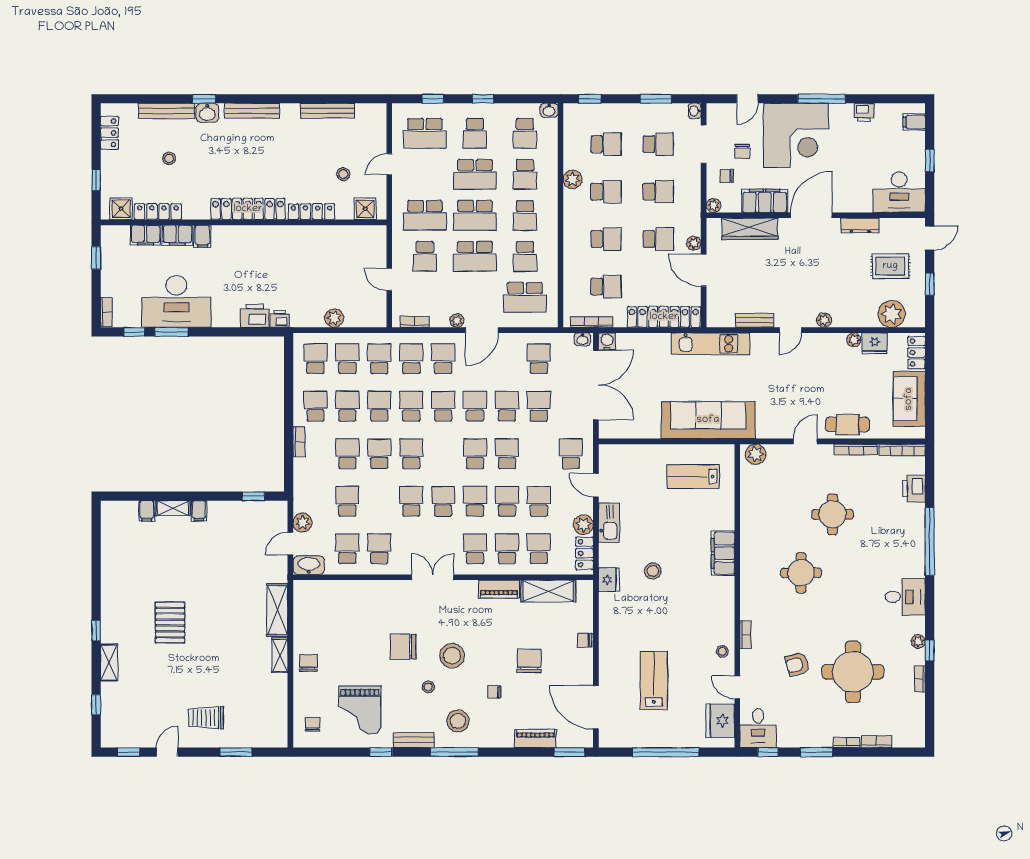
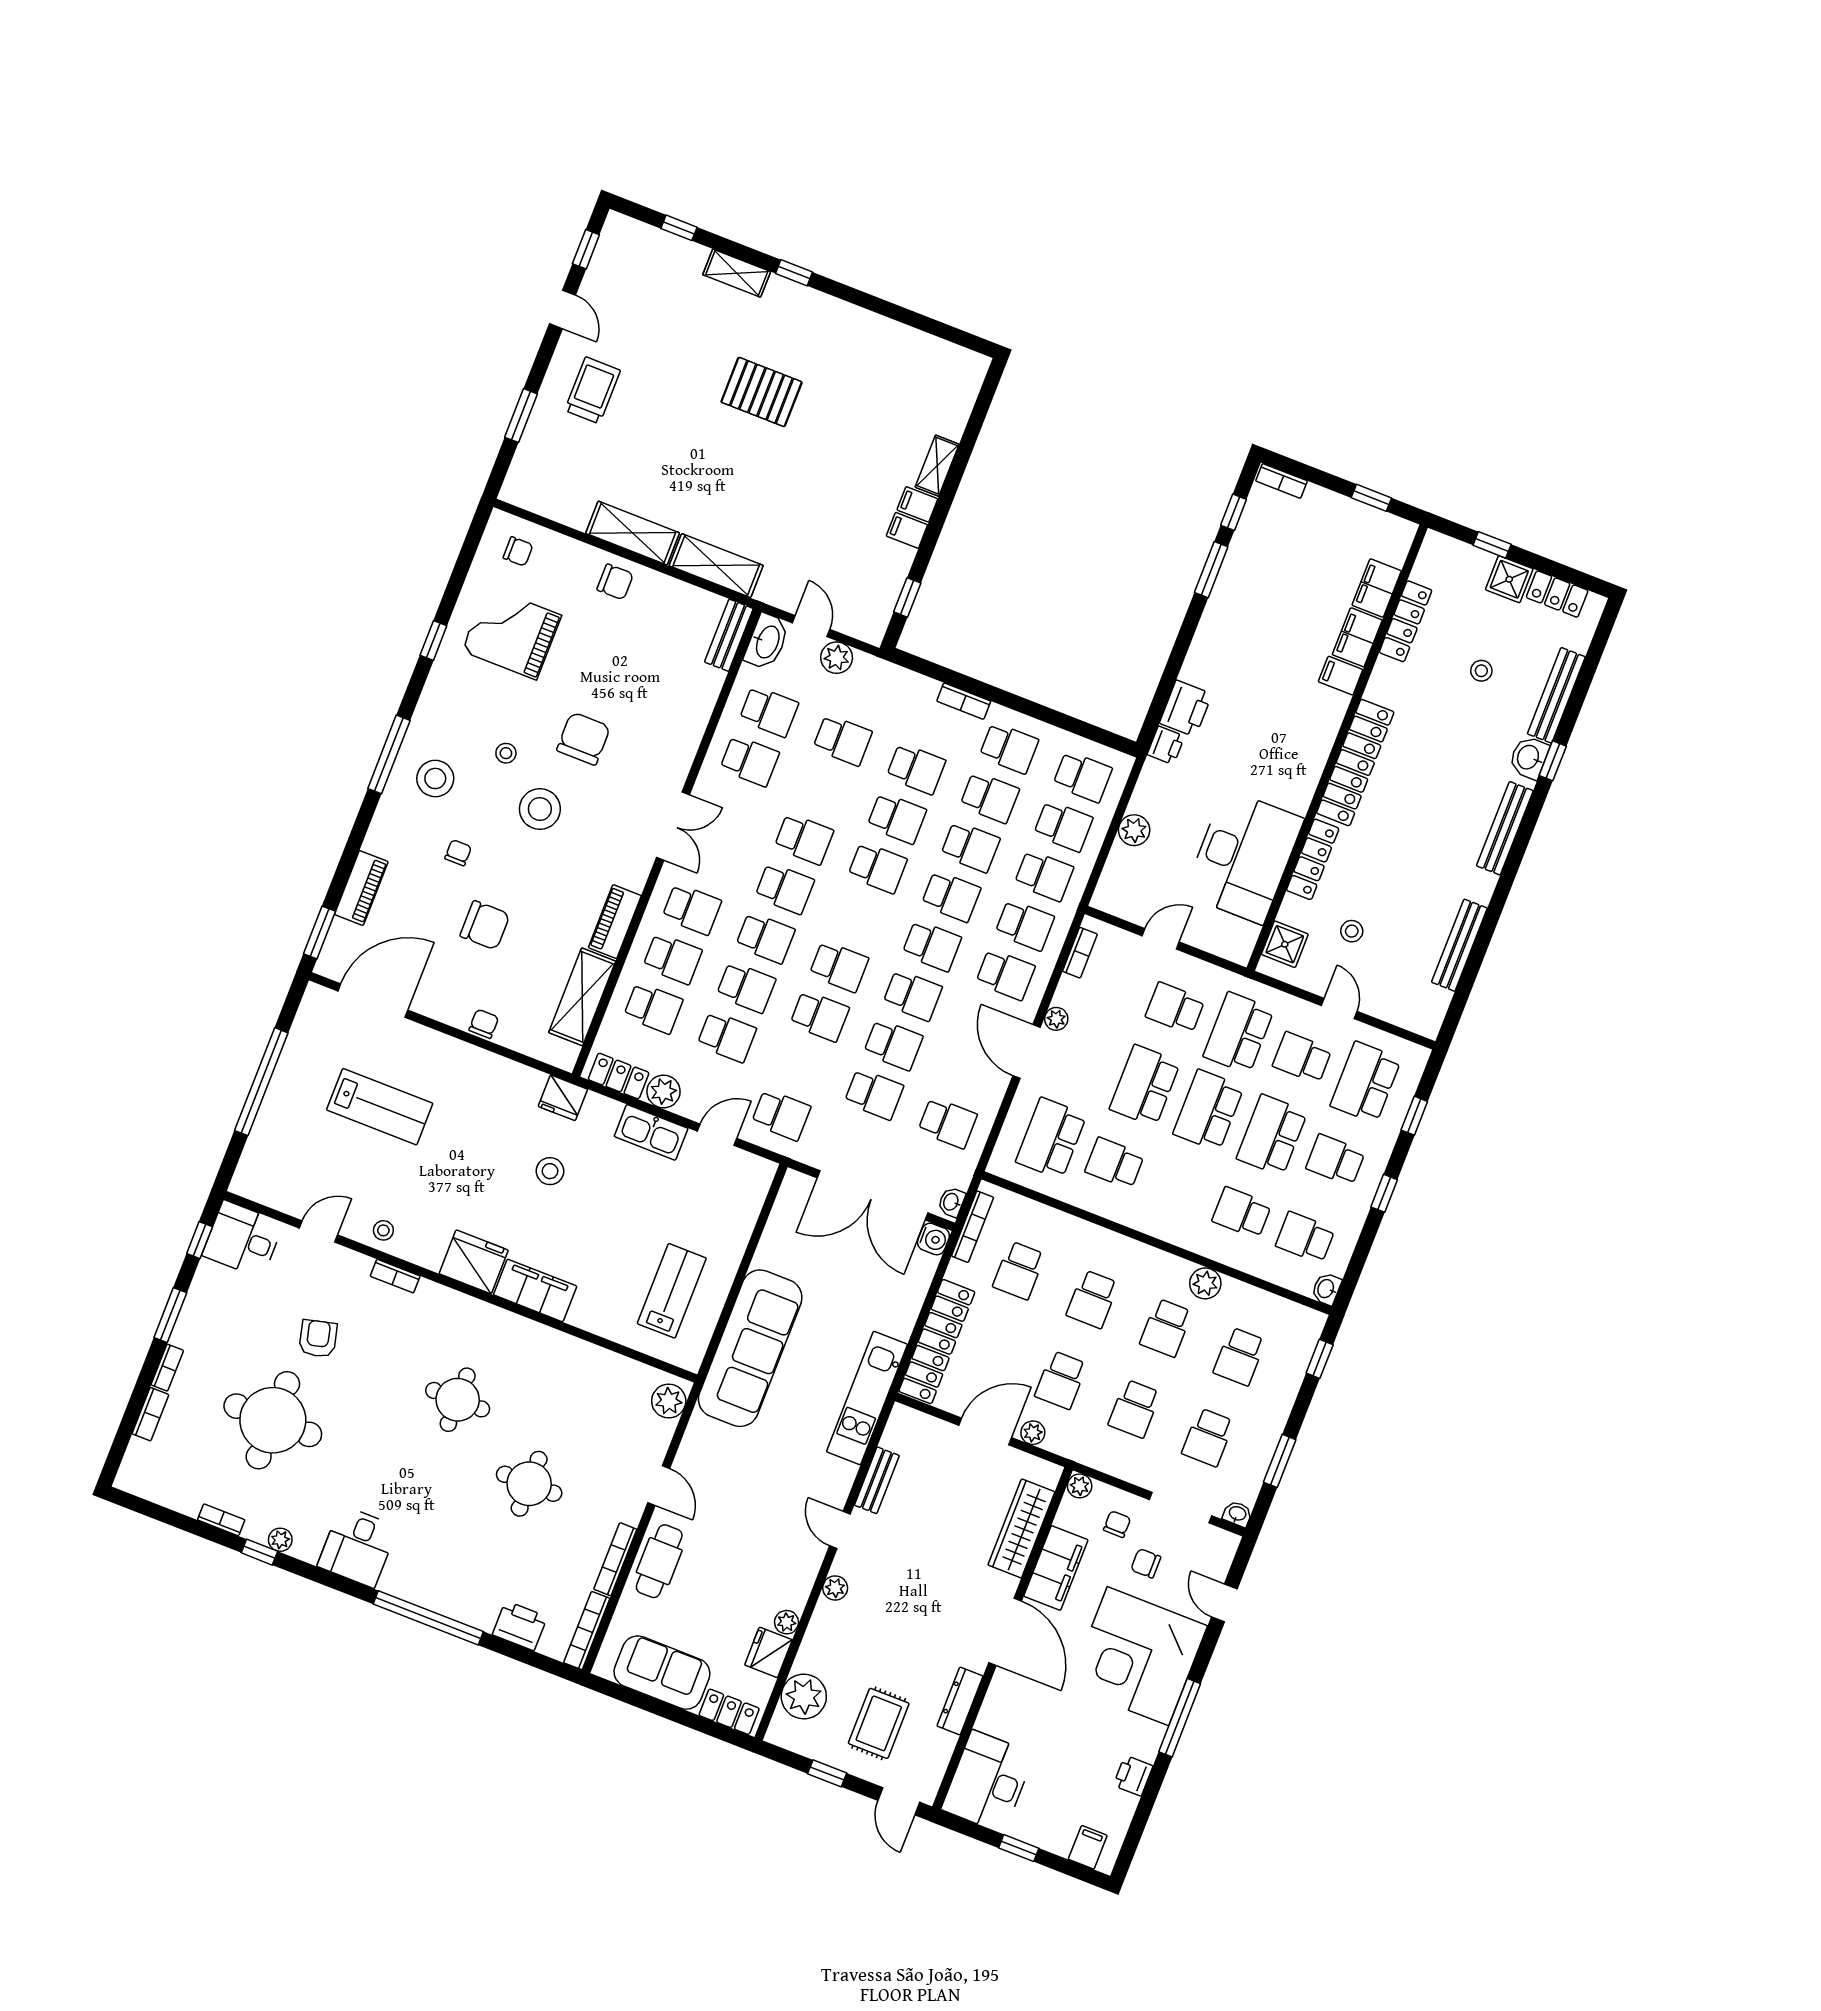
shower: (121, 209) -> (1509, 579), moved
school desk: (525, 215) -> (1302, 1058), moved
desk: (176, 302) -> (1244, 856), moved, turned 180
filing cabinet: (147, 511) -> (907, 530), moved
shelving: (280, 655) -> (633, 533), width x1.50, depth x1.33
fridge: (720, 721) -> (474, 1262), moved
bench: (414, 740) -> (729, 635), moved

